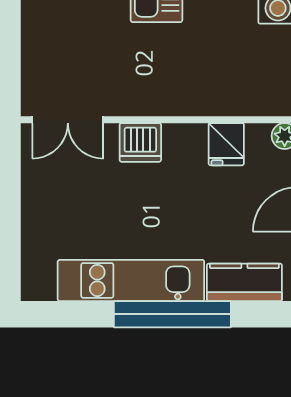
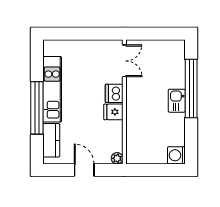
double door: (68, 120) -> (124, 61), swing flipped
fridge: (226, 144) -> (113, 112), moved

